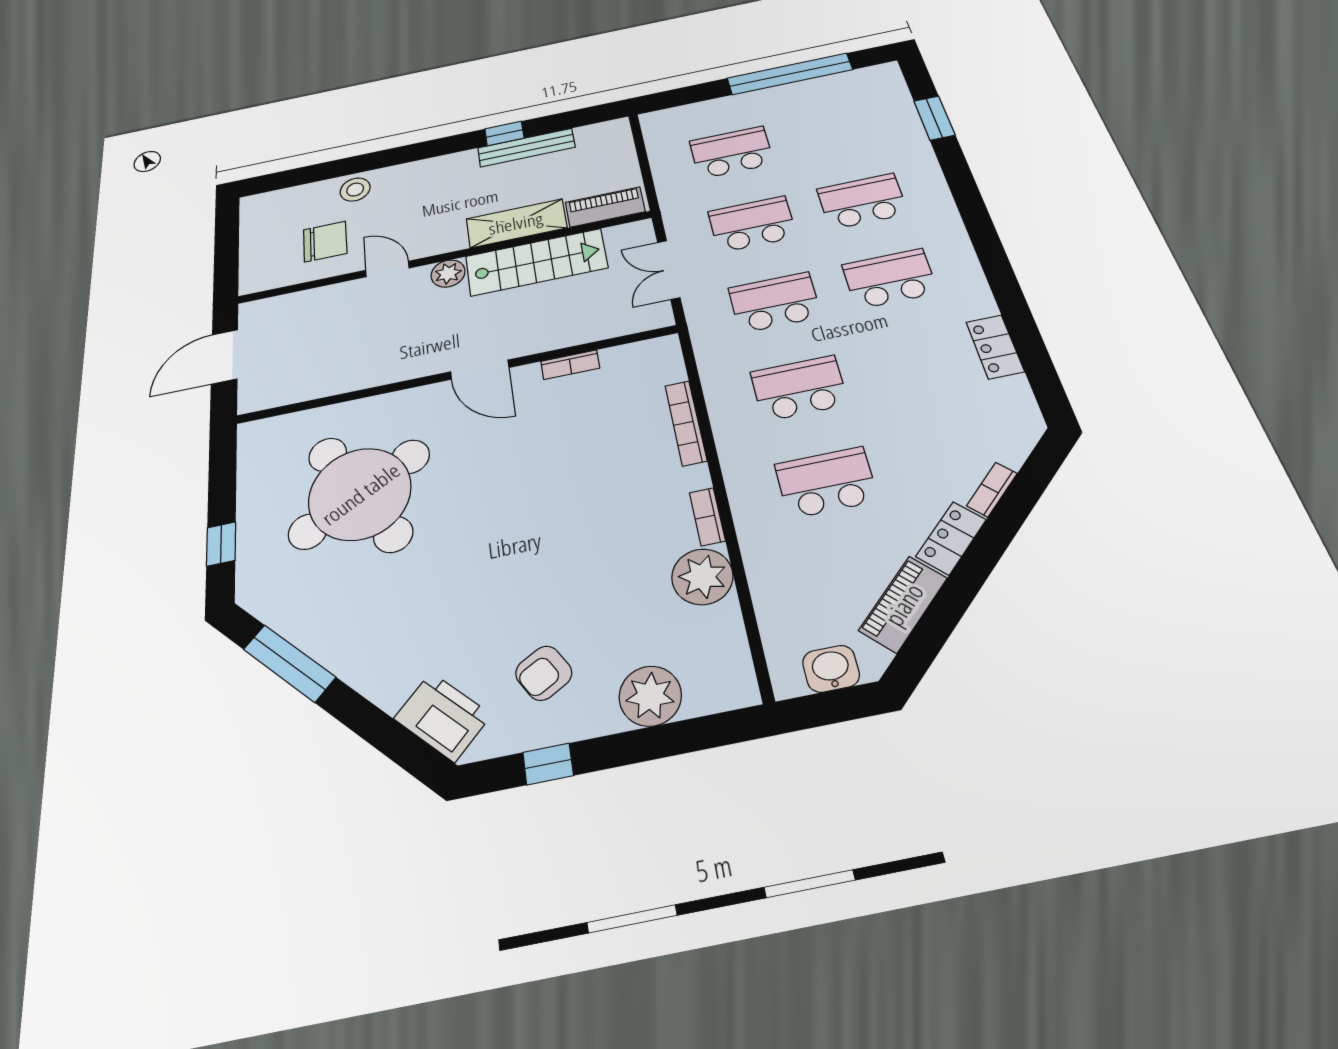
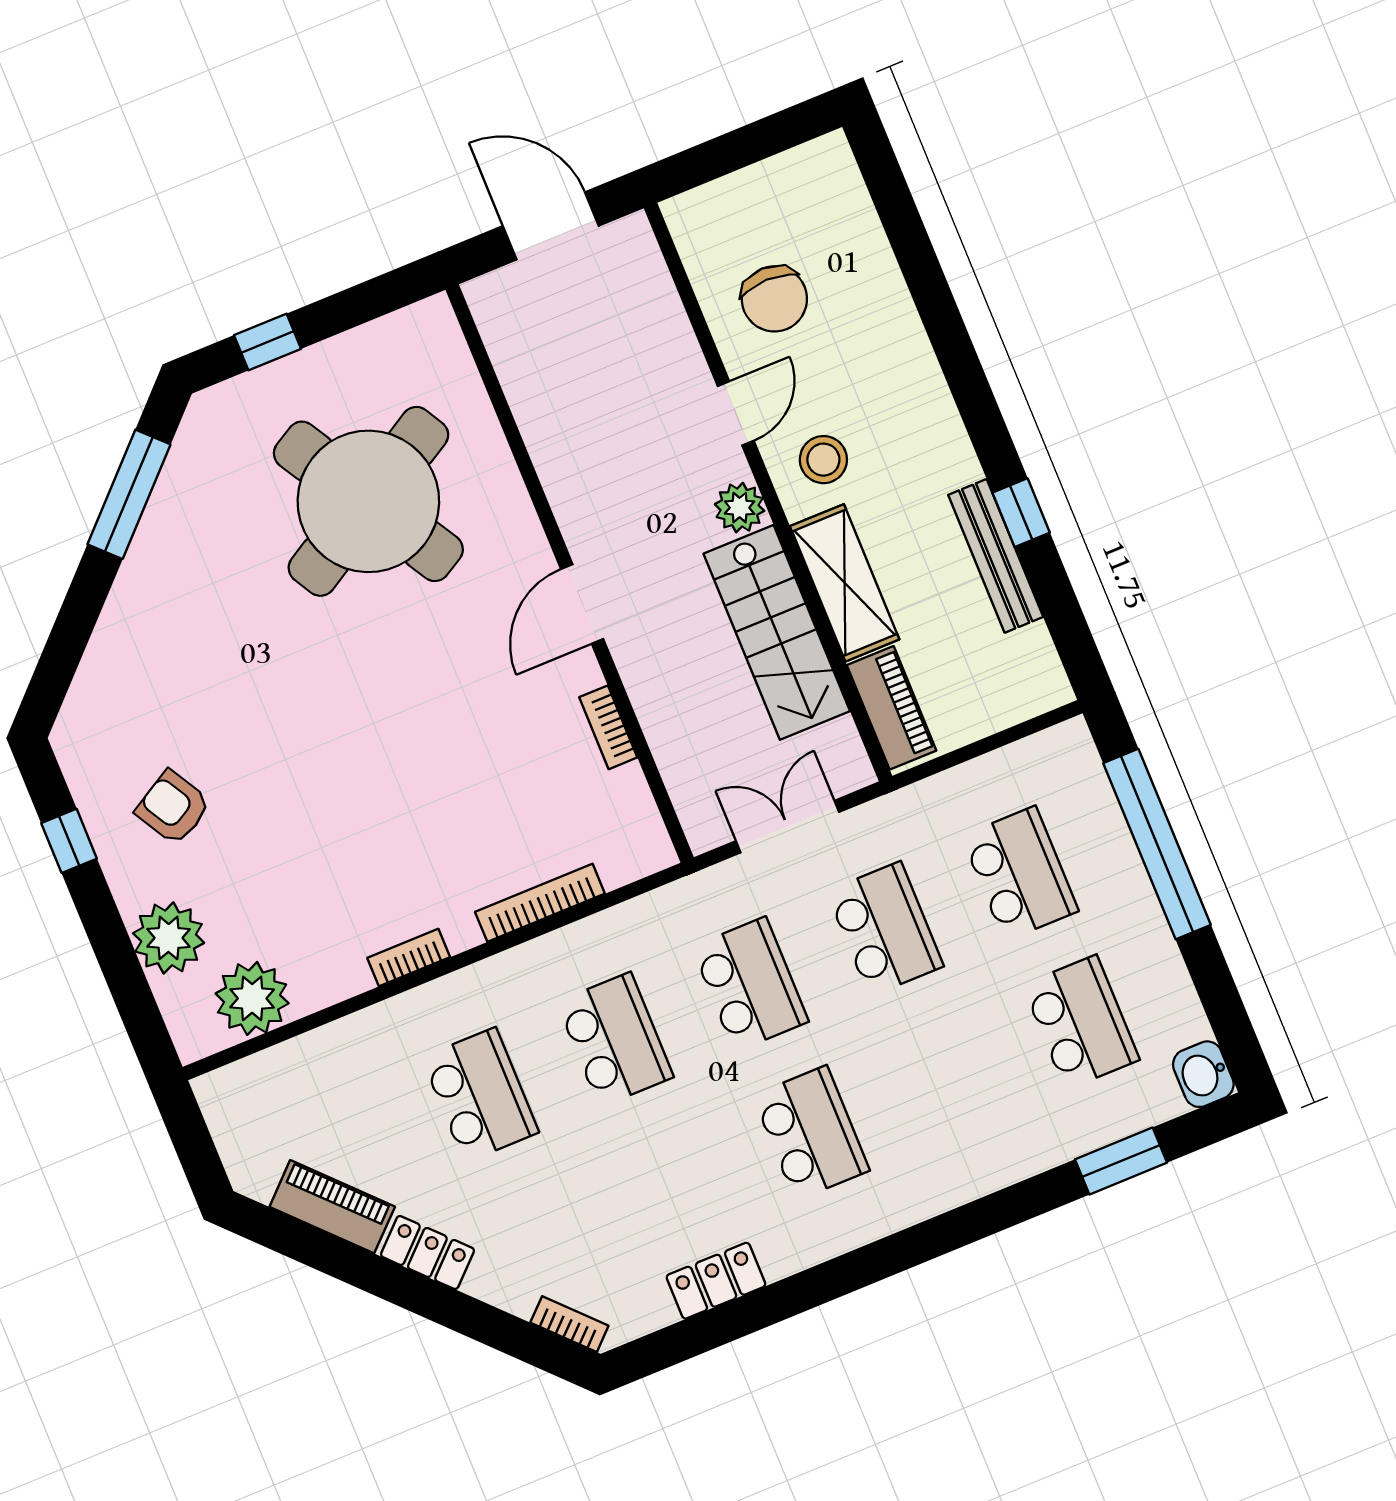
window: (790, 74) -> (1157, 844), moved
stool: (355, 190) -> (823, 460), moved
school desk: (862, 201) -> (1081, 1022), moved
bookcase: (992, 490) -> (569, 1324), moved
plant: (702, 577) -> (252, 998), moved
washbasin: (831, 669) -> (1203, 1074), moved, turned 180
printer: (443, 717) -> (100, 703), removed

